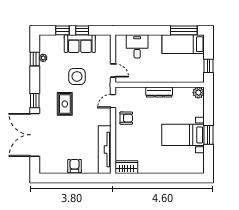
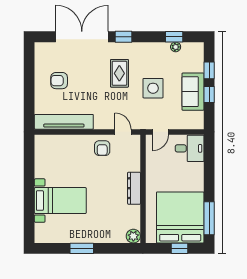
bed: (183, 44) -> (180, 217), width x2.04
desk: (137, 46) -> (190, 148), moved
window: (208, 66) -> (180, 248), moved
rug: (65, 104) -> (119, 73), turned 90
bed with nightstands: (183, 135) -> (60, 201), moved, turned 90
armchair: (74, 166) -> (59, 81), moved, turned 180
wardrobe: (126, 167) -> (42, 148), removed

